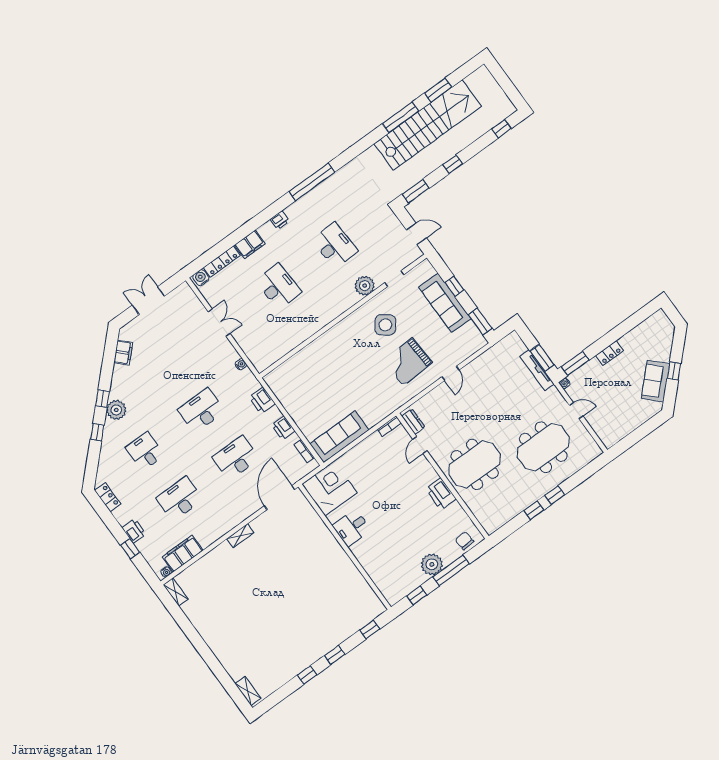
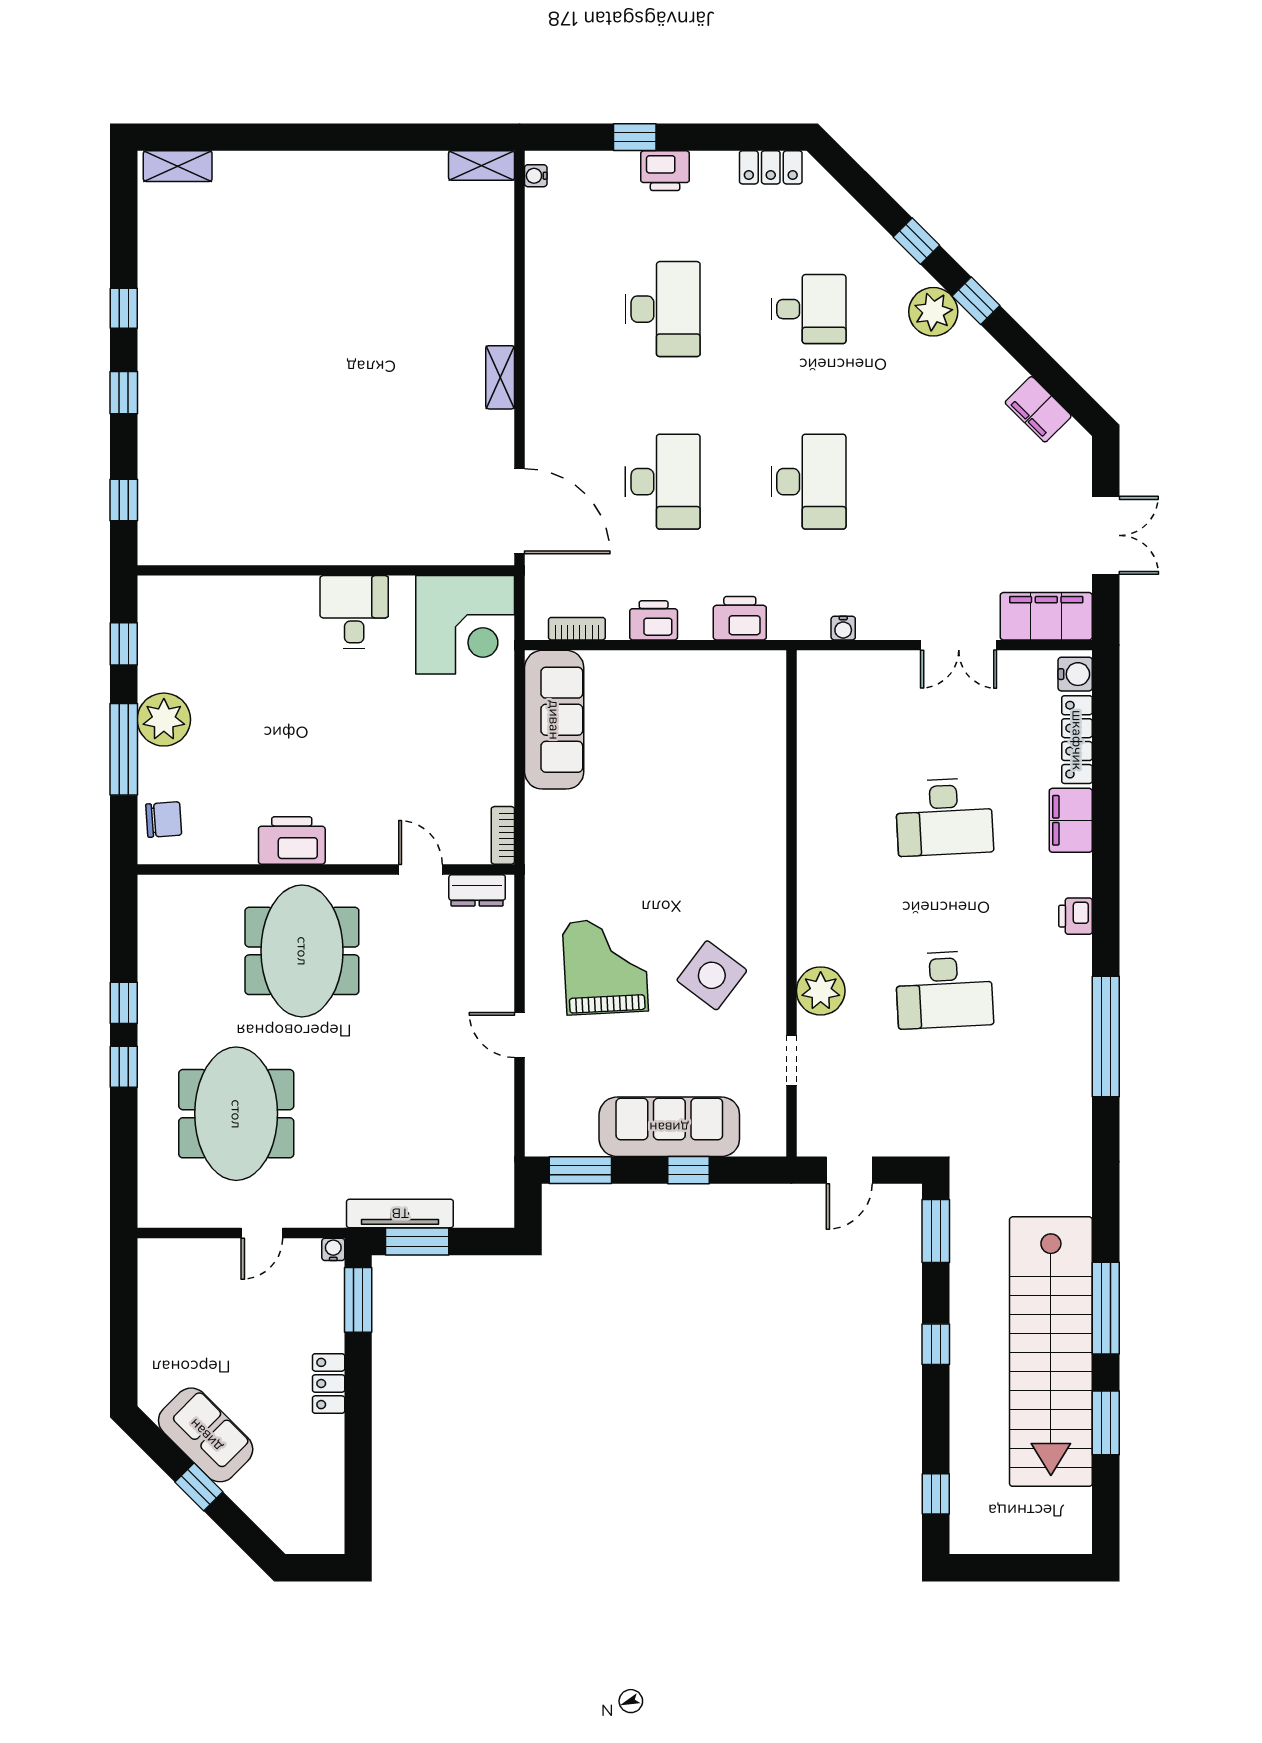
filing cabinet: (183, 554) -> (1046, 616), moved, turned -90

